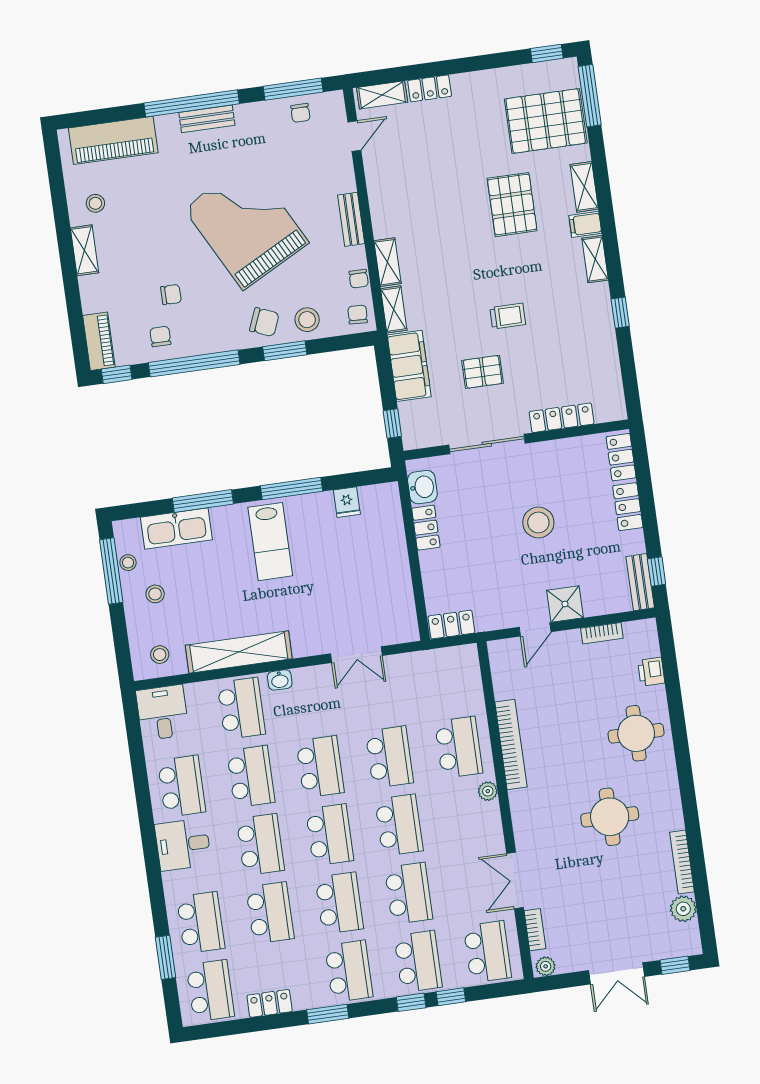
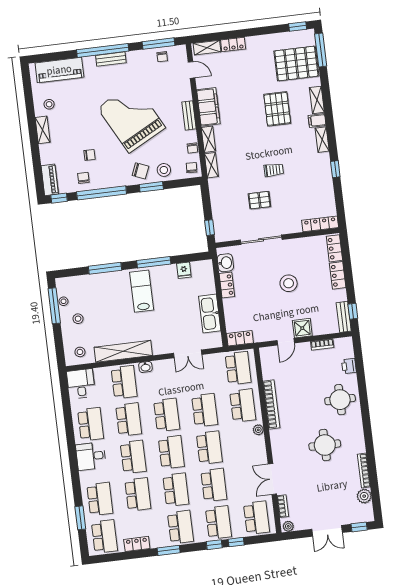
door: (354, 136) -> (192, 70), hinge flipped
filing cabinet: (409, 366) -> (208, 107), moved
locker: (562, 418) -> (320, 224), moved
kitchen sink: (176, 529) -> (210, 314), moved, turned 90
lab bench: (270, 542) -> (142, 291), turned 180
school desk: (449, 679) -> (238, 368), added

